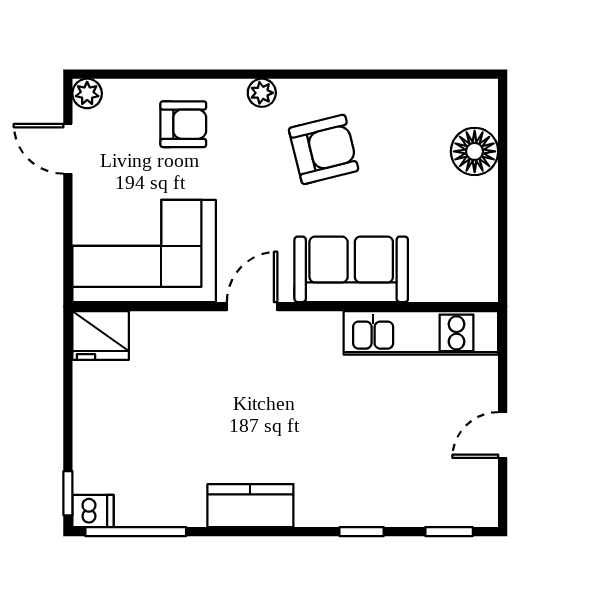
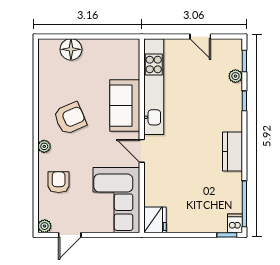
armchair: (324, 149) -> (70, 118), turned 81
kitchen unit: (421, 333) -> (154, 87), width x1.36
plant: (416, 512) -> (235, 76), added

